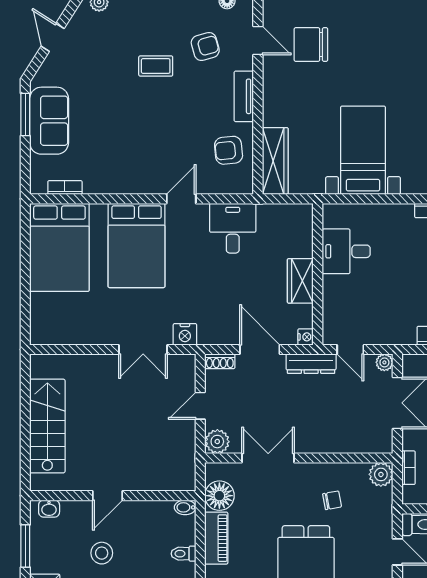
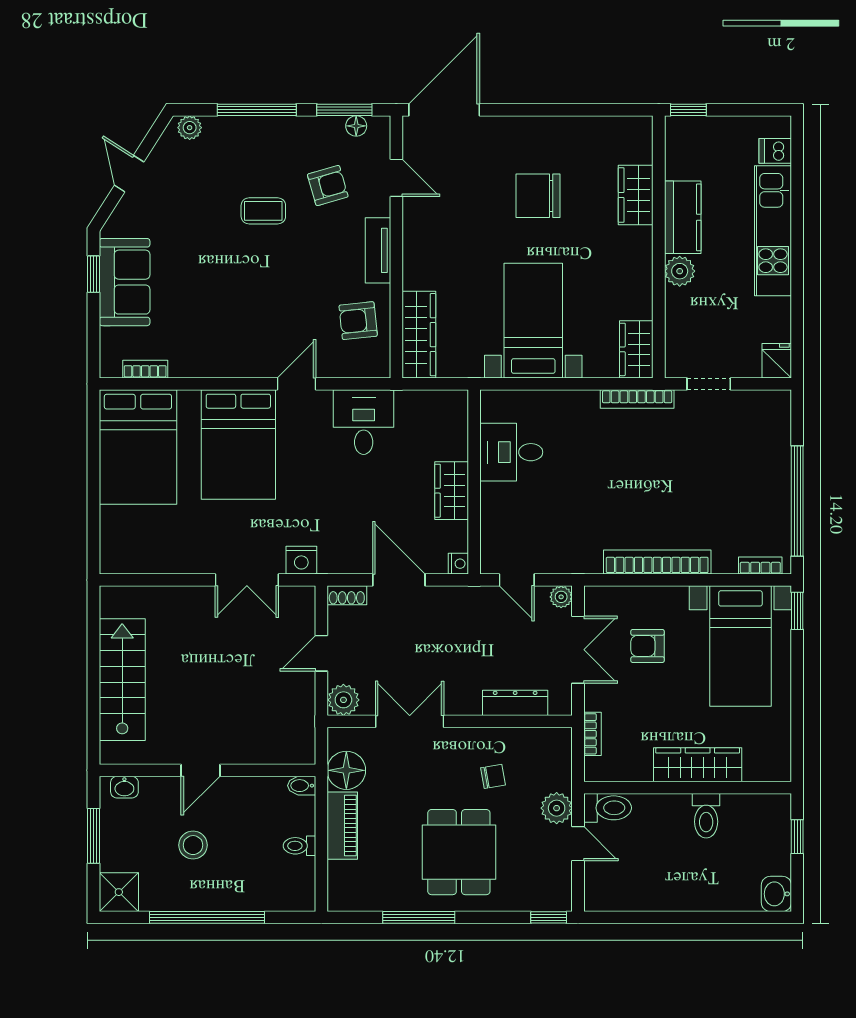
chair: (311, 45) -> (538, 196), moved
window: (25, 115) -> (93, 274), width x0.67
dresser: (311, 364) -> (515, 703), moved, turned 180
plant: (381, 474) -> (557, 808), moved

